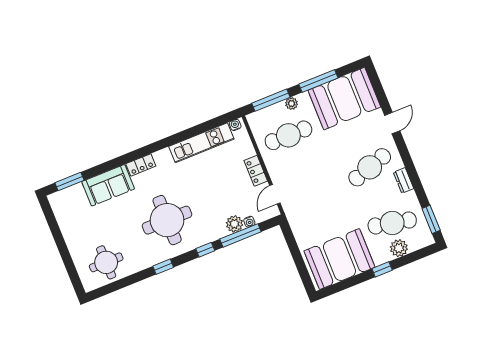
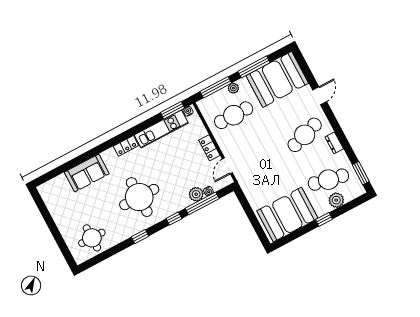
locker: (141, 165) -> (126, 146), moved
window: (69, 182) -> (172, 110), moved

